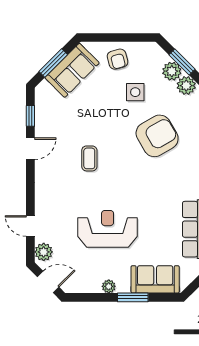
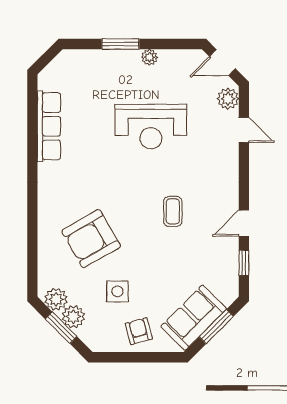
sofa: (155, 279) -> (93, 66), removed

